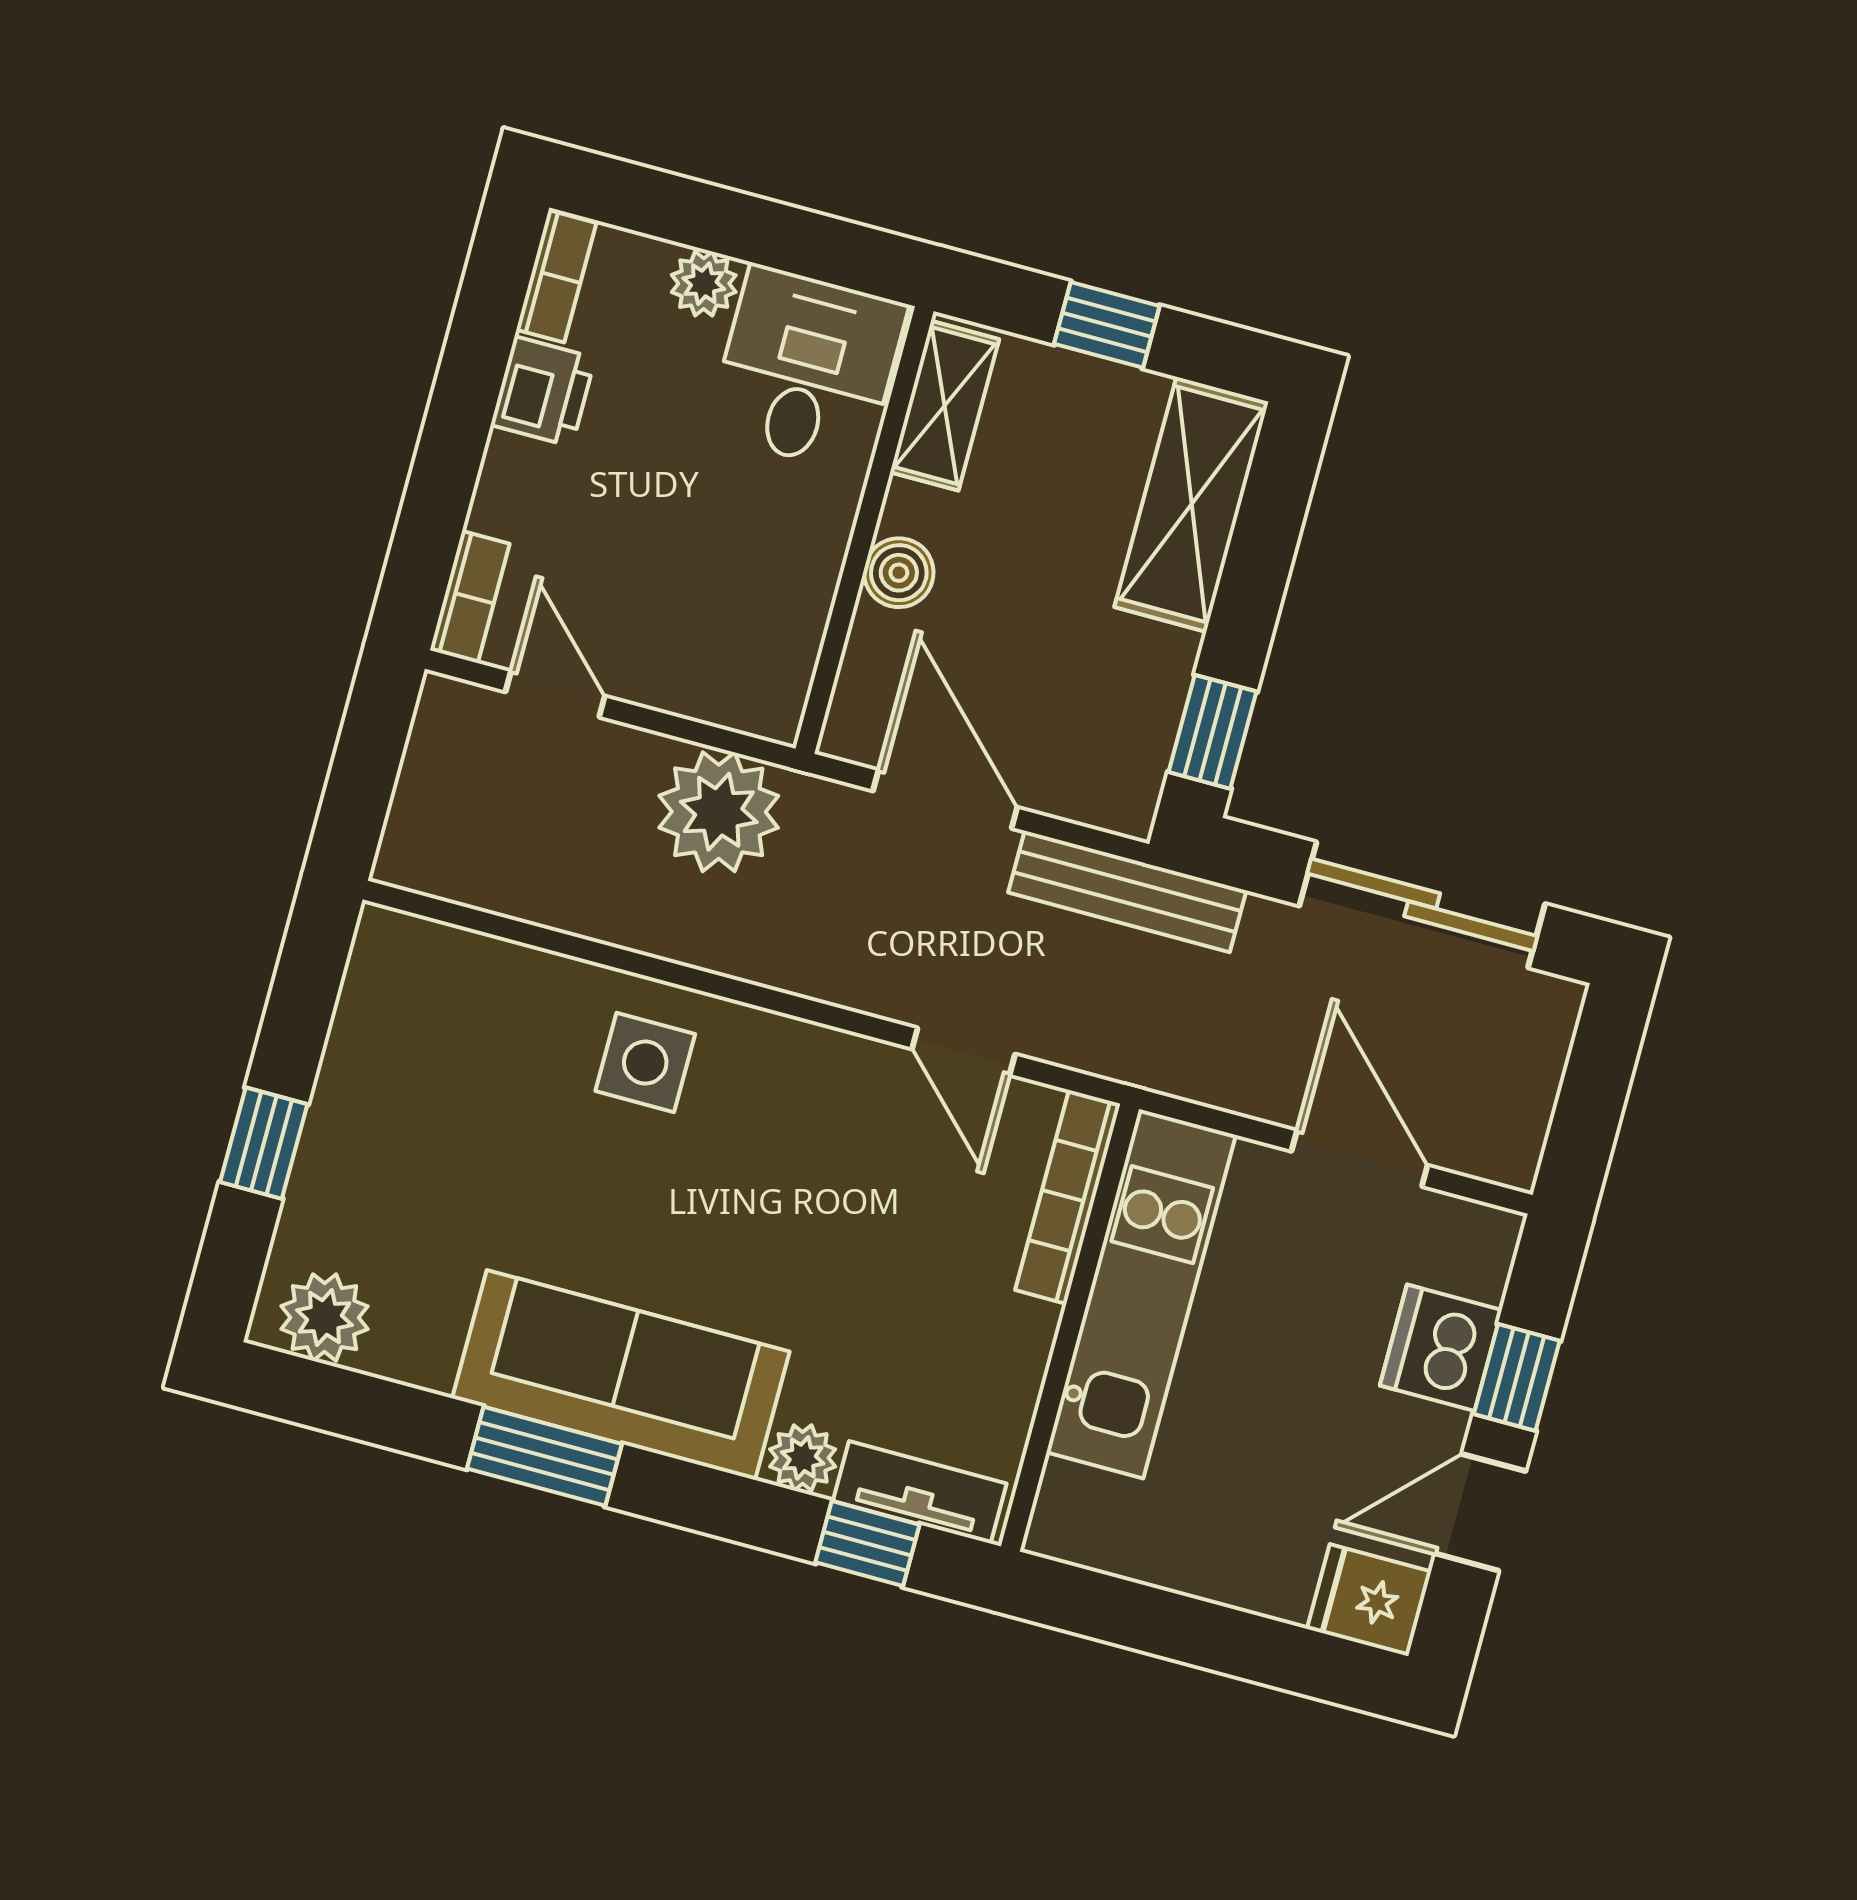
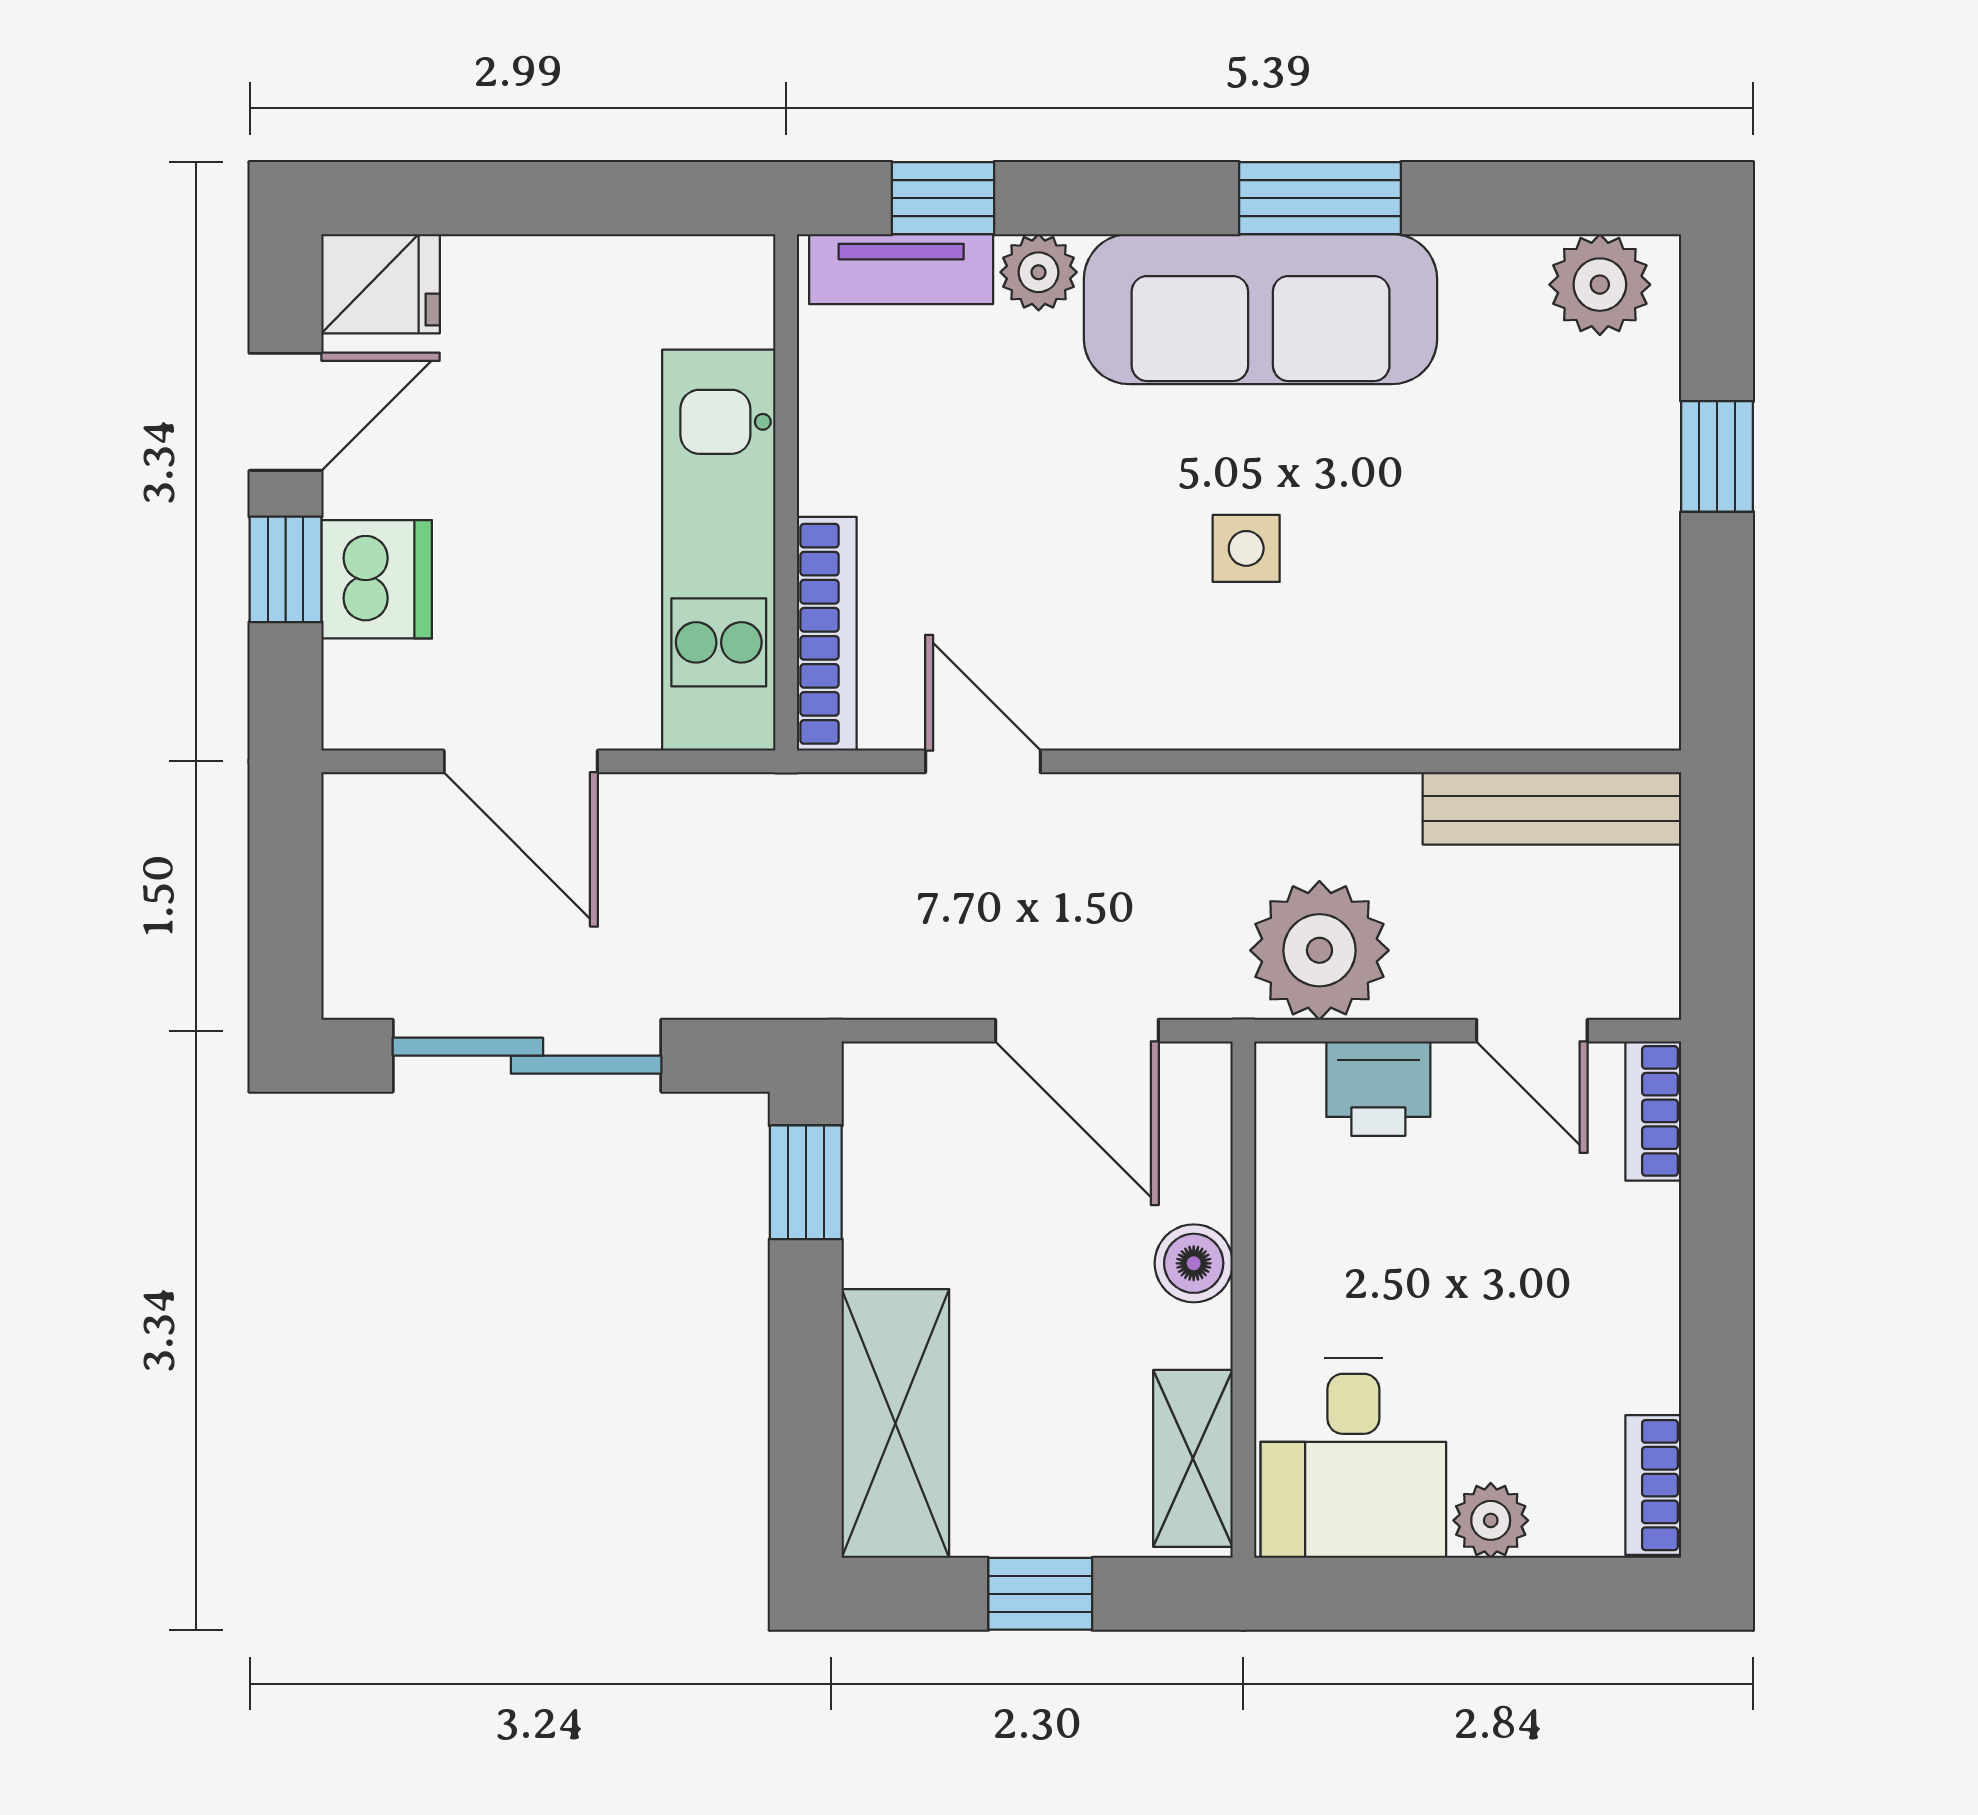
printer: (543, 391) -> (1378, 1089), moved, turned -90
bench: (1127, 891) -> (1552, 808), moved
side table: (645, 1063) -> (1246, 548), moved, width x0.73, depth x0.73

